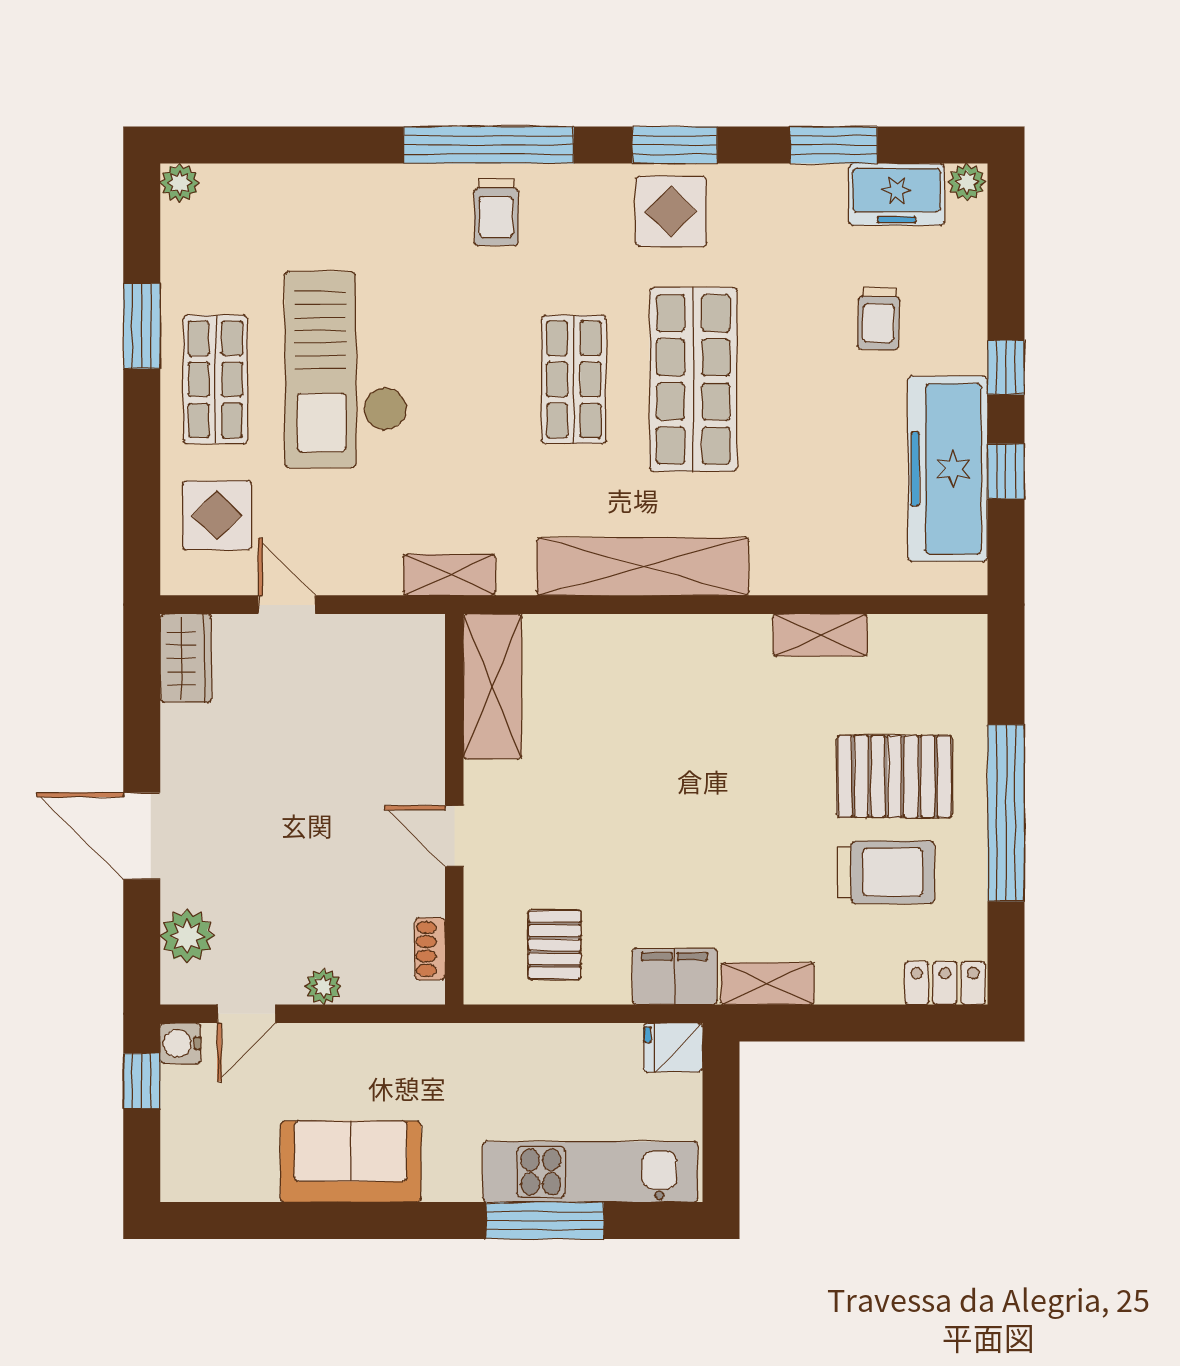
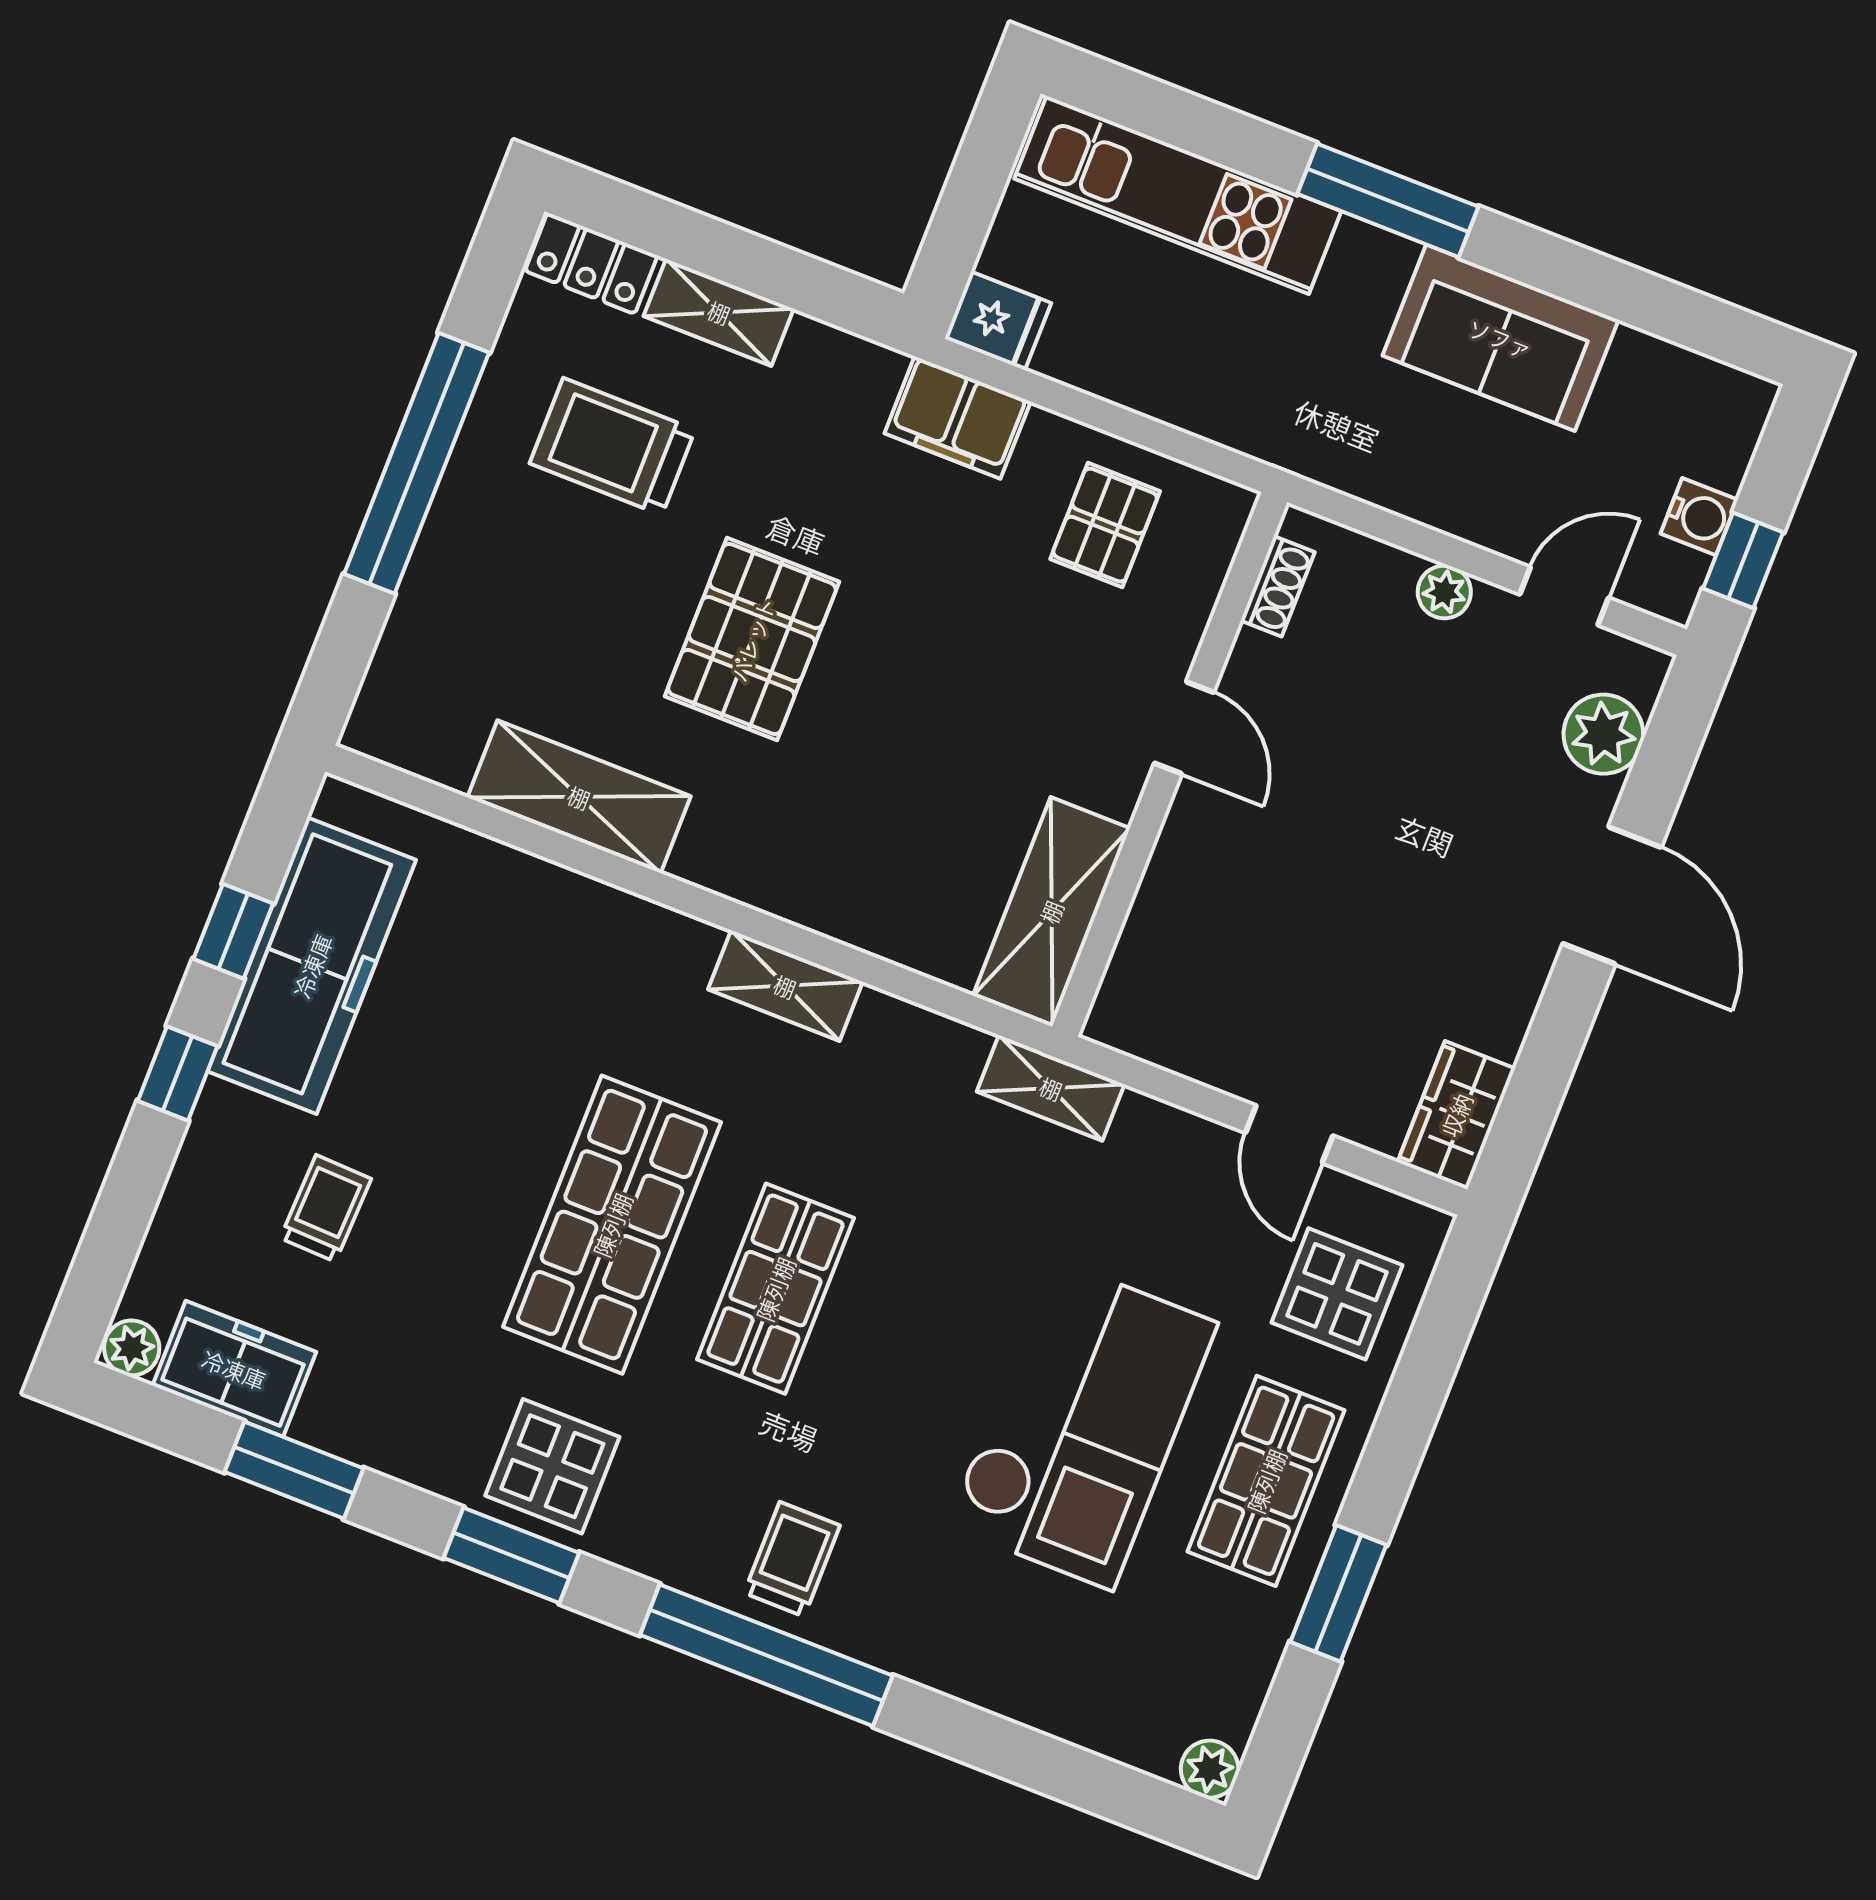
shelving: (643, 567) -> (785, 986), width x0.45, depth x0.75
shelving: (820, 635) -> (579, 797), width x1.50, depth x1.33
pallet: (894, 776) -> (752, 639), moved, turned 90
shelving: (767, 984) -> (719, 312), moved
water cooler: (180, 1043) -> (1699, 517), moved
window: (545, 1221) -> (1388, 200), moved

